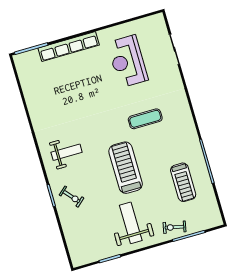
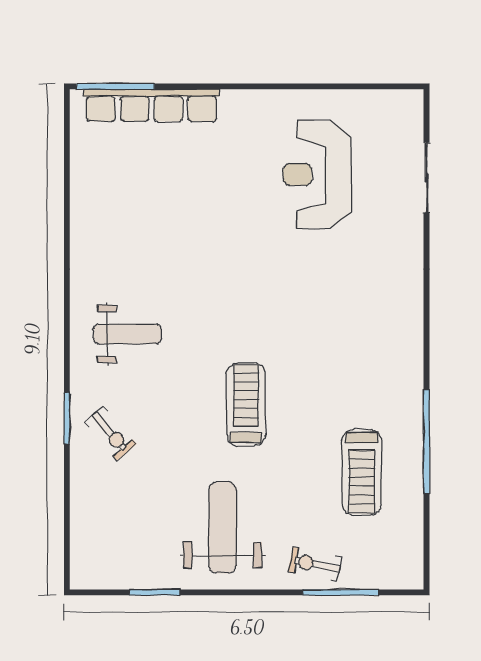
row of seats: (69, 47) -> (152, 105), moved
exercise mat: (145, 119) -> (319, 310), removed
treadmill: (126, 168) -> (246, 404), width x0.73, depth x0.73

